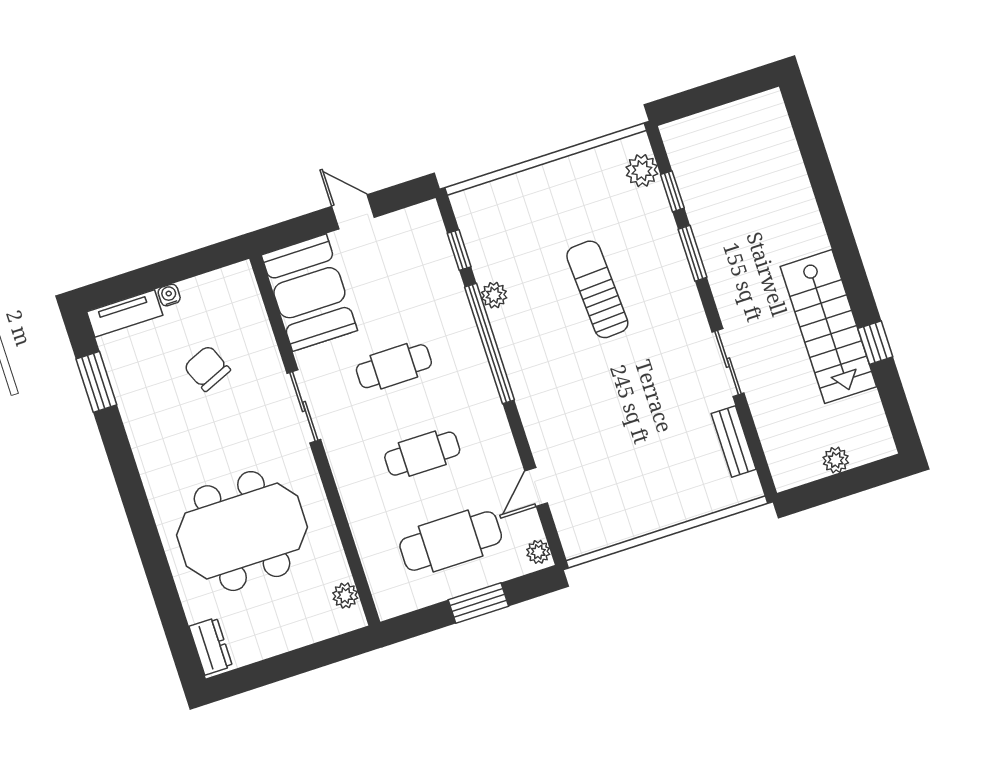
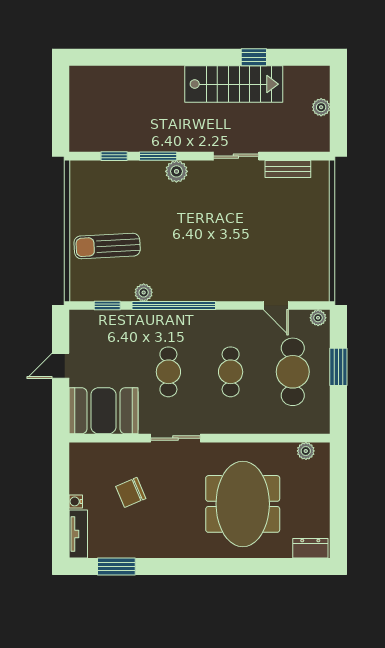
plant: (642, 171) -> (176, 171), moved
sun lounger: (597, 289) -> (107, 246), moved

